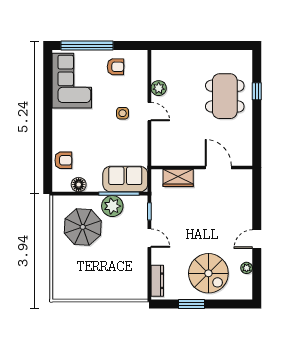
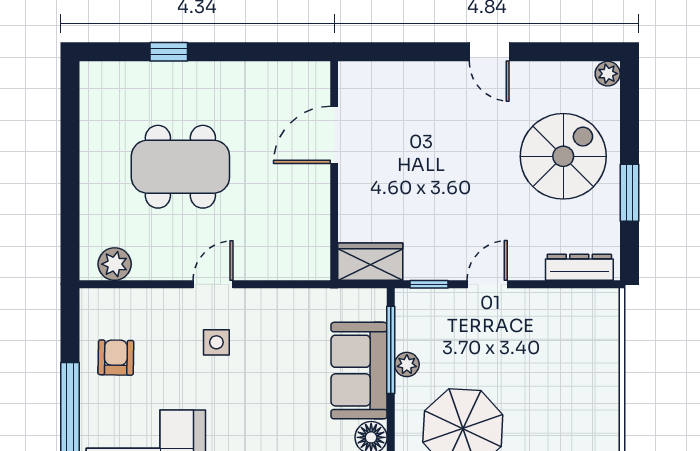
plant: (159, 88) -> (115, 264), moved
dining table: (225, 96) -> (180, 167), moved
wardrobe: (178, 178) -> (370, 262), moved, turned -90
sofa: (125, 179) -> (359, 371), moved
plant: (112, 206) -> (407, 364), width x0.53, depth x0.53
plant: (247, 268) -> (608, 74), moved

